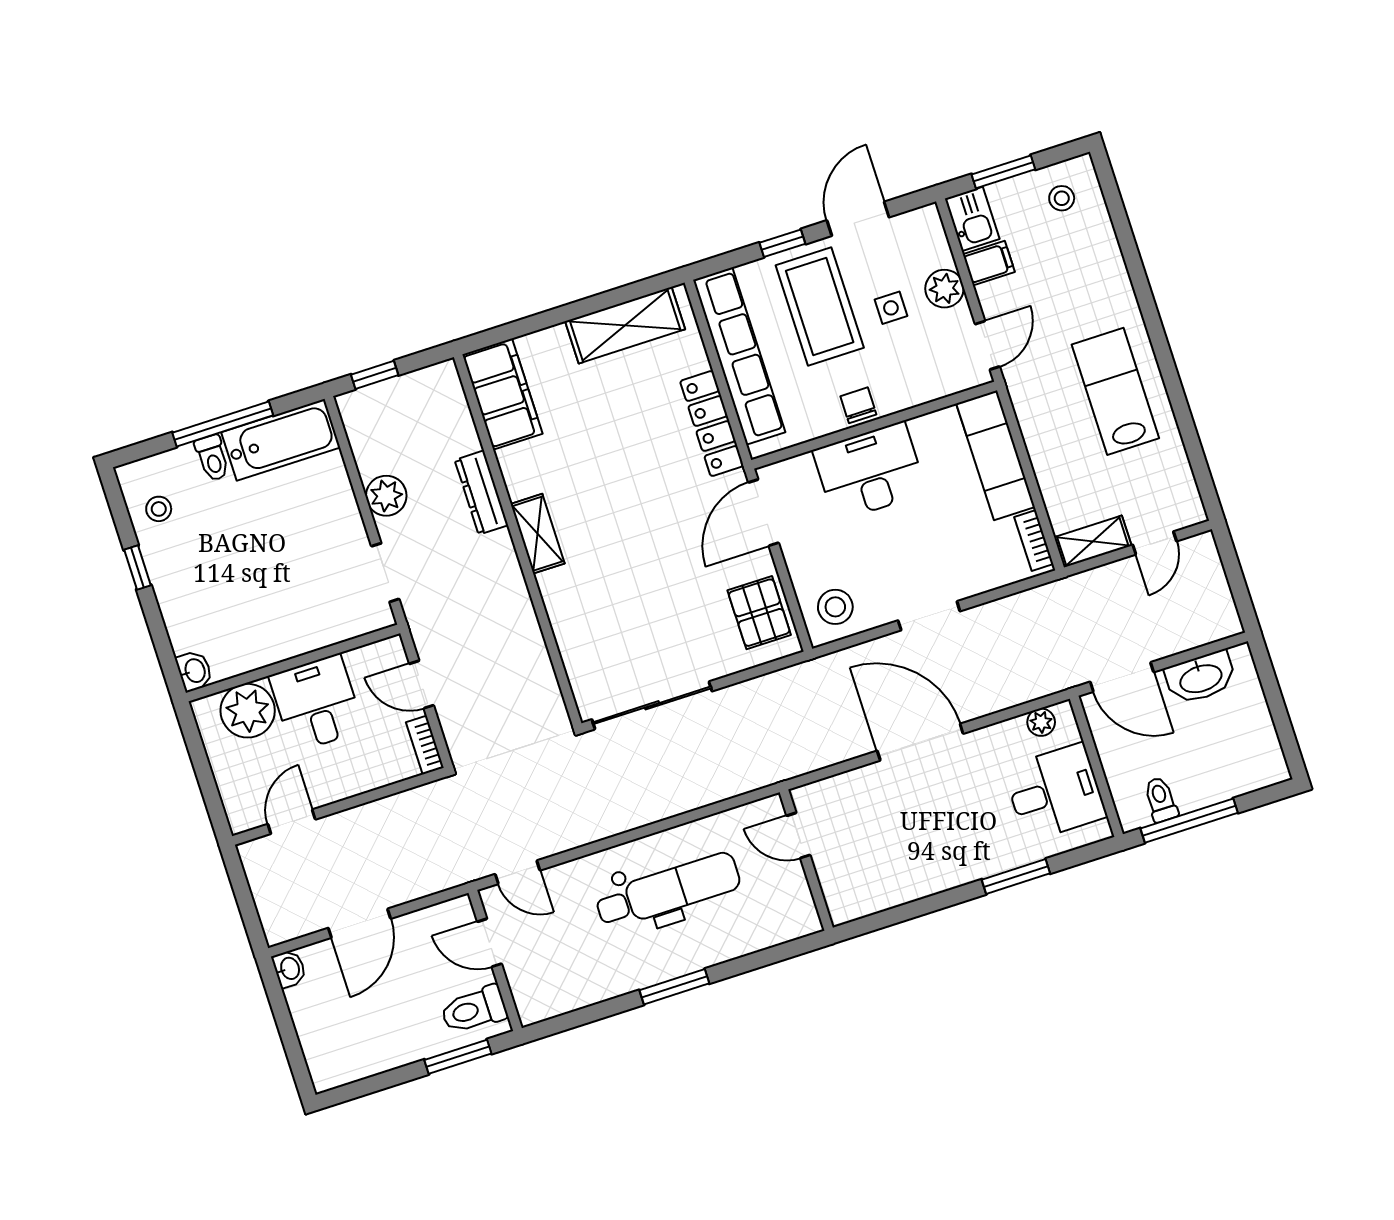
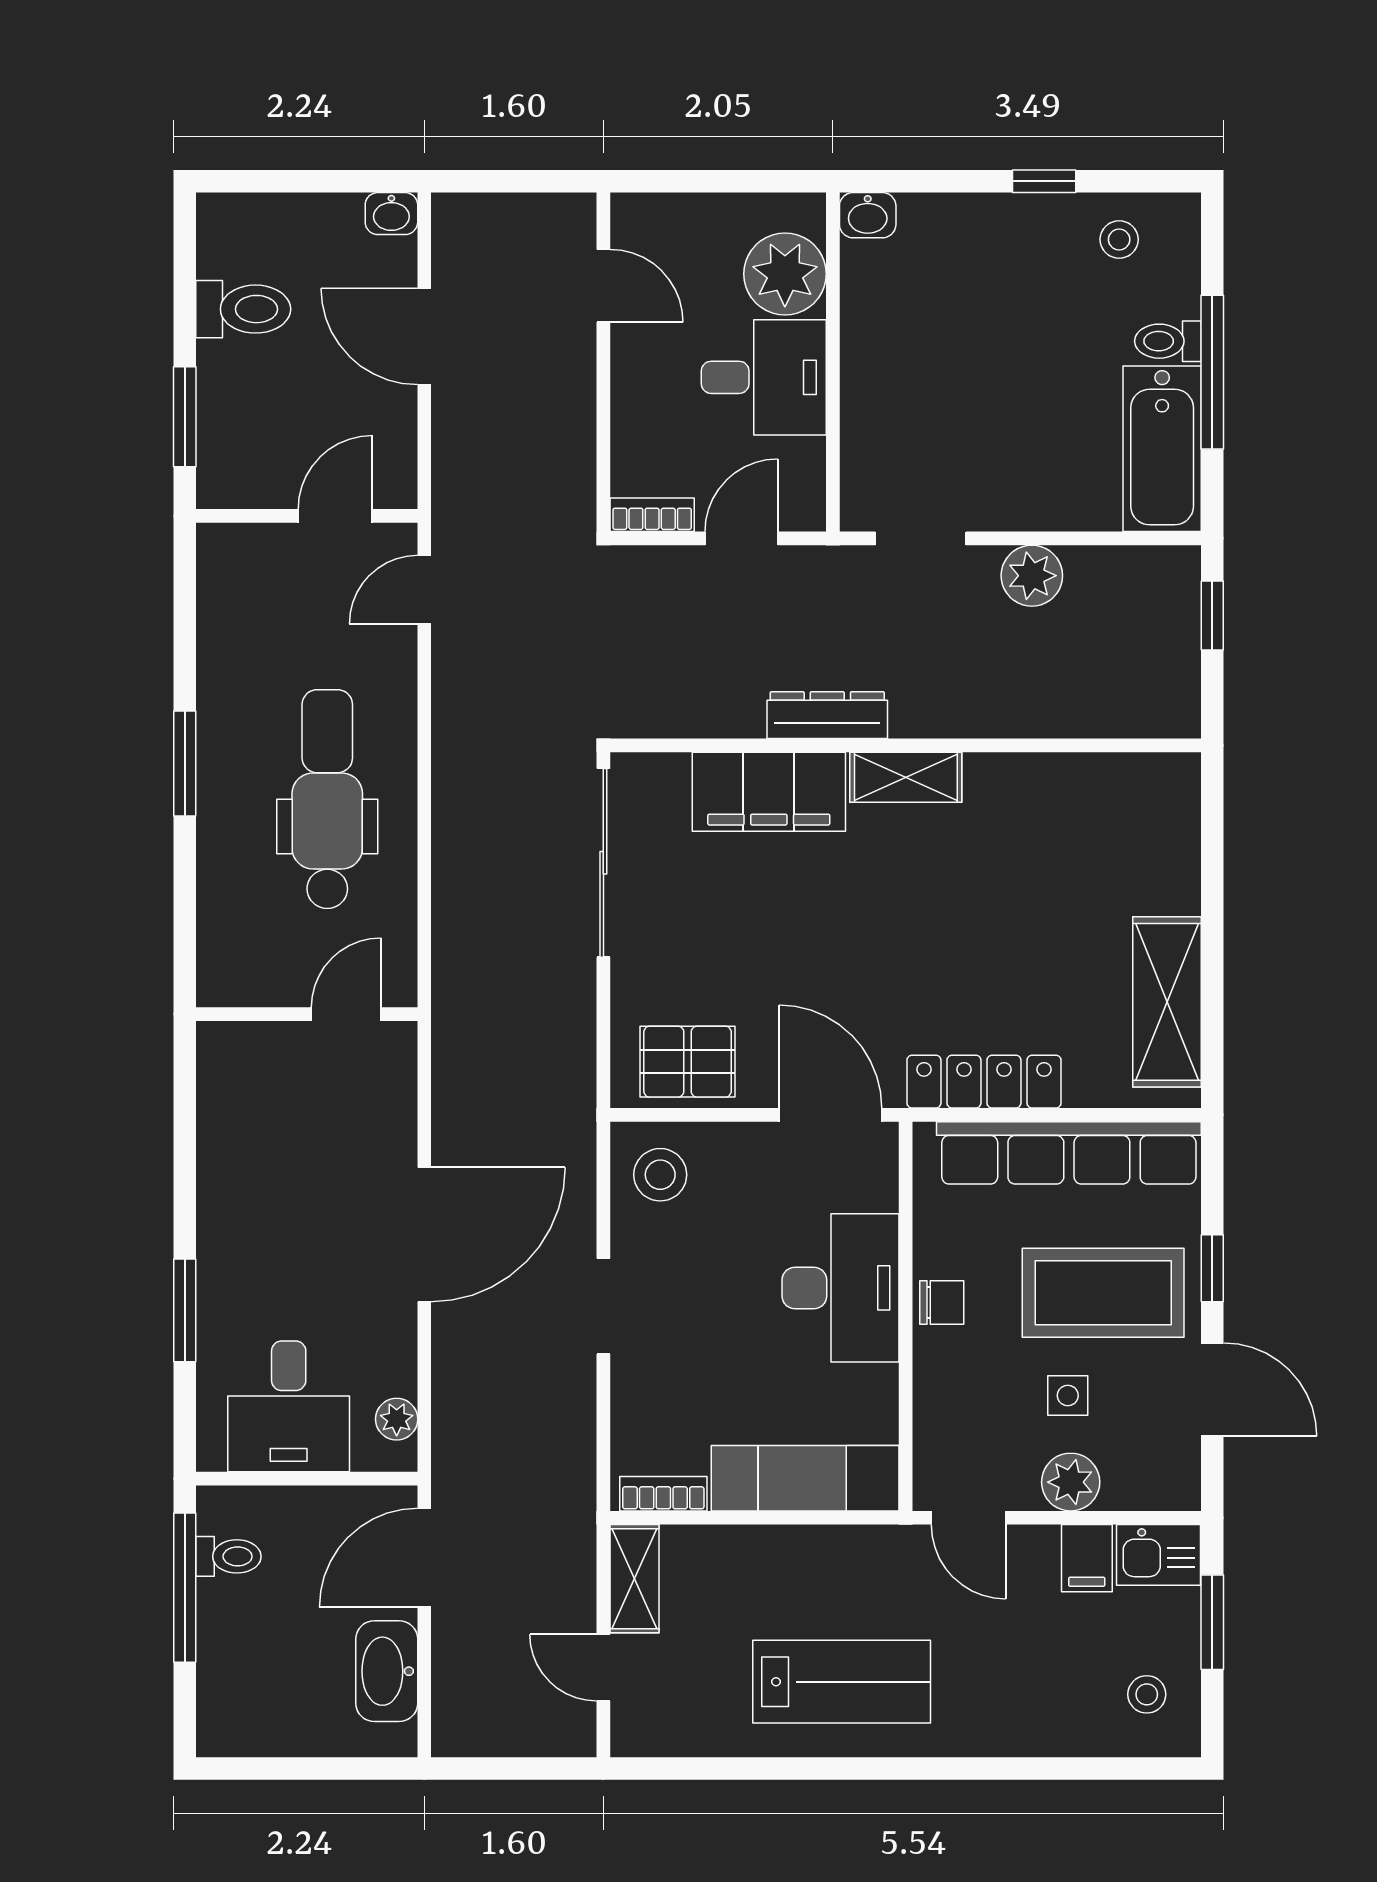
filing cabinet: (503, 394) -> (769, 792), moved
dresser: (481, 493) -> (827, 715), moved
dental chair: (668, 891) -> (327, 799), turned 180
toilet: (474, 1010) -> (243, 309), moved, turned 90

